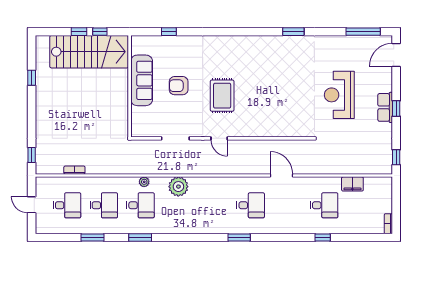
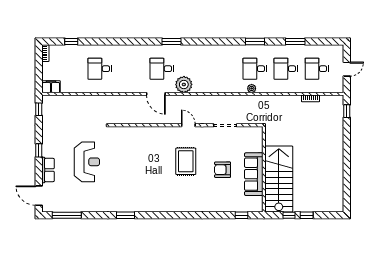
window: (169, 32) -> (241, 215), moved
stairs: (89, 52) -> (279, 179), moved, turned 90
door: (396, 55) -> (39, 196), swing flipped
window: (32, 78) -> (347, 176), removed
armchair: (179, 86) -> (223, 170), turned 180
row of seats: (385, 107) -> (48, 170), moved
door: (281, 175) -> (156, 94), moved
filing cabinet: (352, 184) -> (51, 87), moved
plant: (178, 187) -> (184, 84), moved
door: (32, 205) -> (347, 69), hinge flipped
window: (323, 238) -> (71, 41), moved

